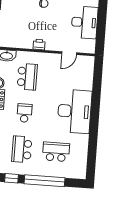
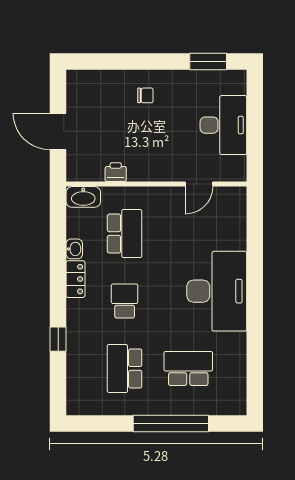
printer: (39, 44) -> (116, 172), moved
window: (12, 178) -> (109, 424), removed

